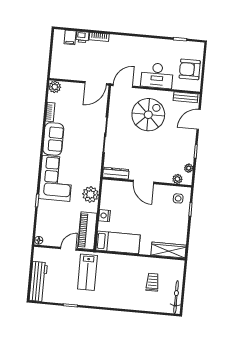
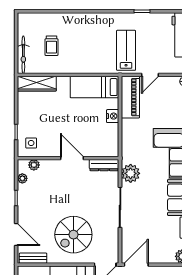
door: (199, 119) -> (16, 234), hinge flipped
plant: (90, 194) -> (131, 173), moved
bicycle: (176, 297) -> (23, 55), moved

